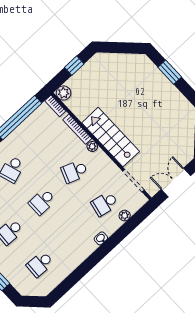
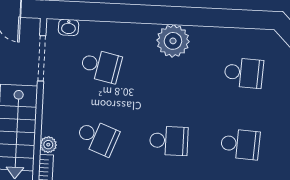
plant: (125, 216) -> (173, 41), moved, width x1.88, depth x1.88
washbasin: (101, 238) -> (69, 27), moved

